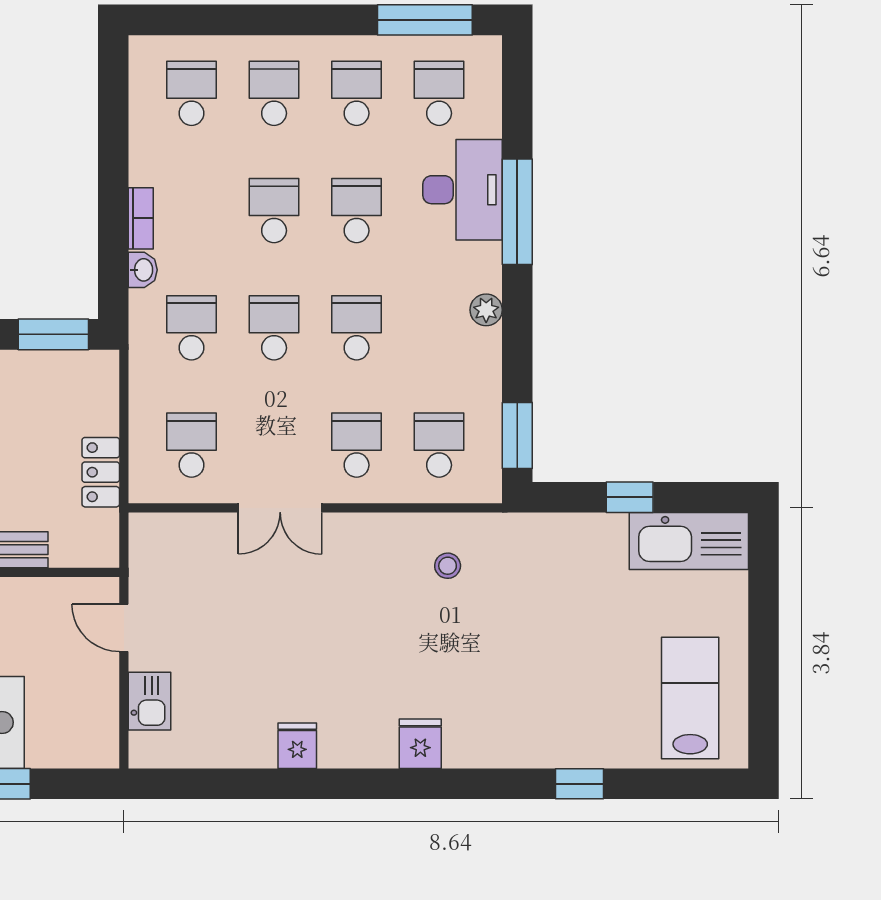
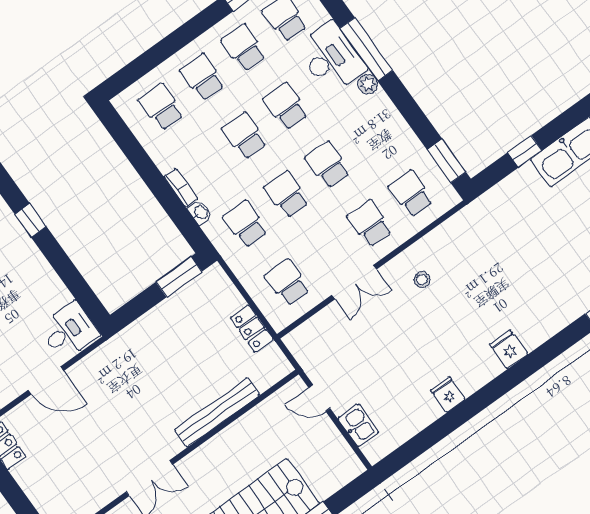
plant: (486, 310) -> (368, 84), moved
stool: (448, 566) -> (422, 280), moved

